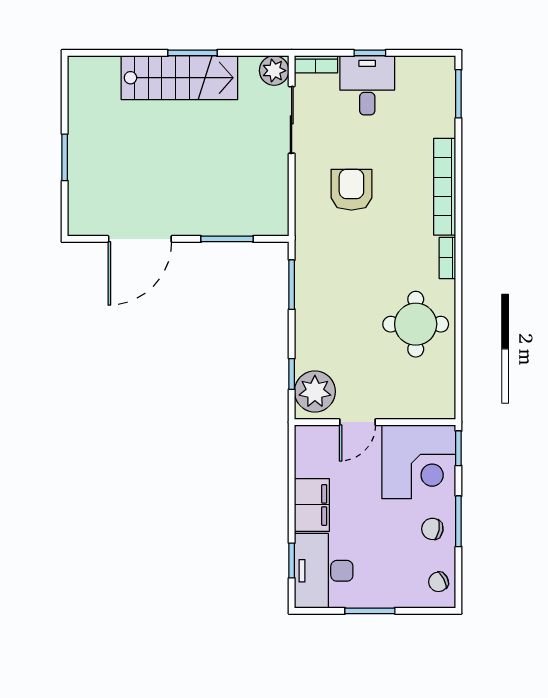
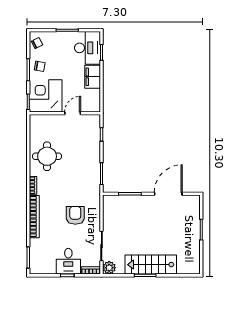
armchair: (351, 190) -> (75, 215), turned 180
plant: (315, 391) -> (91, 127), removed

